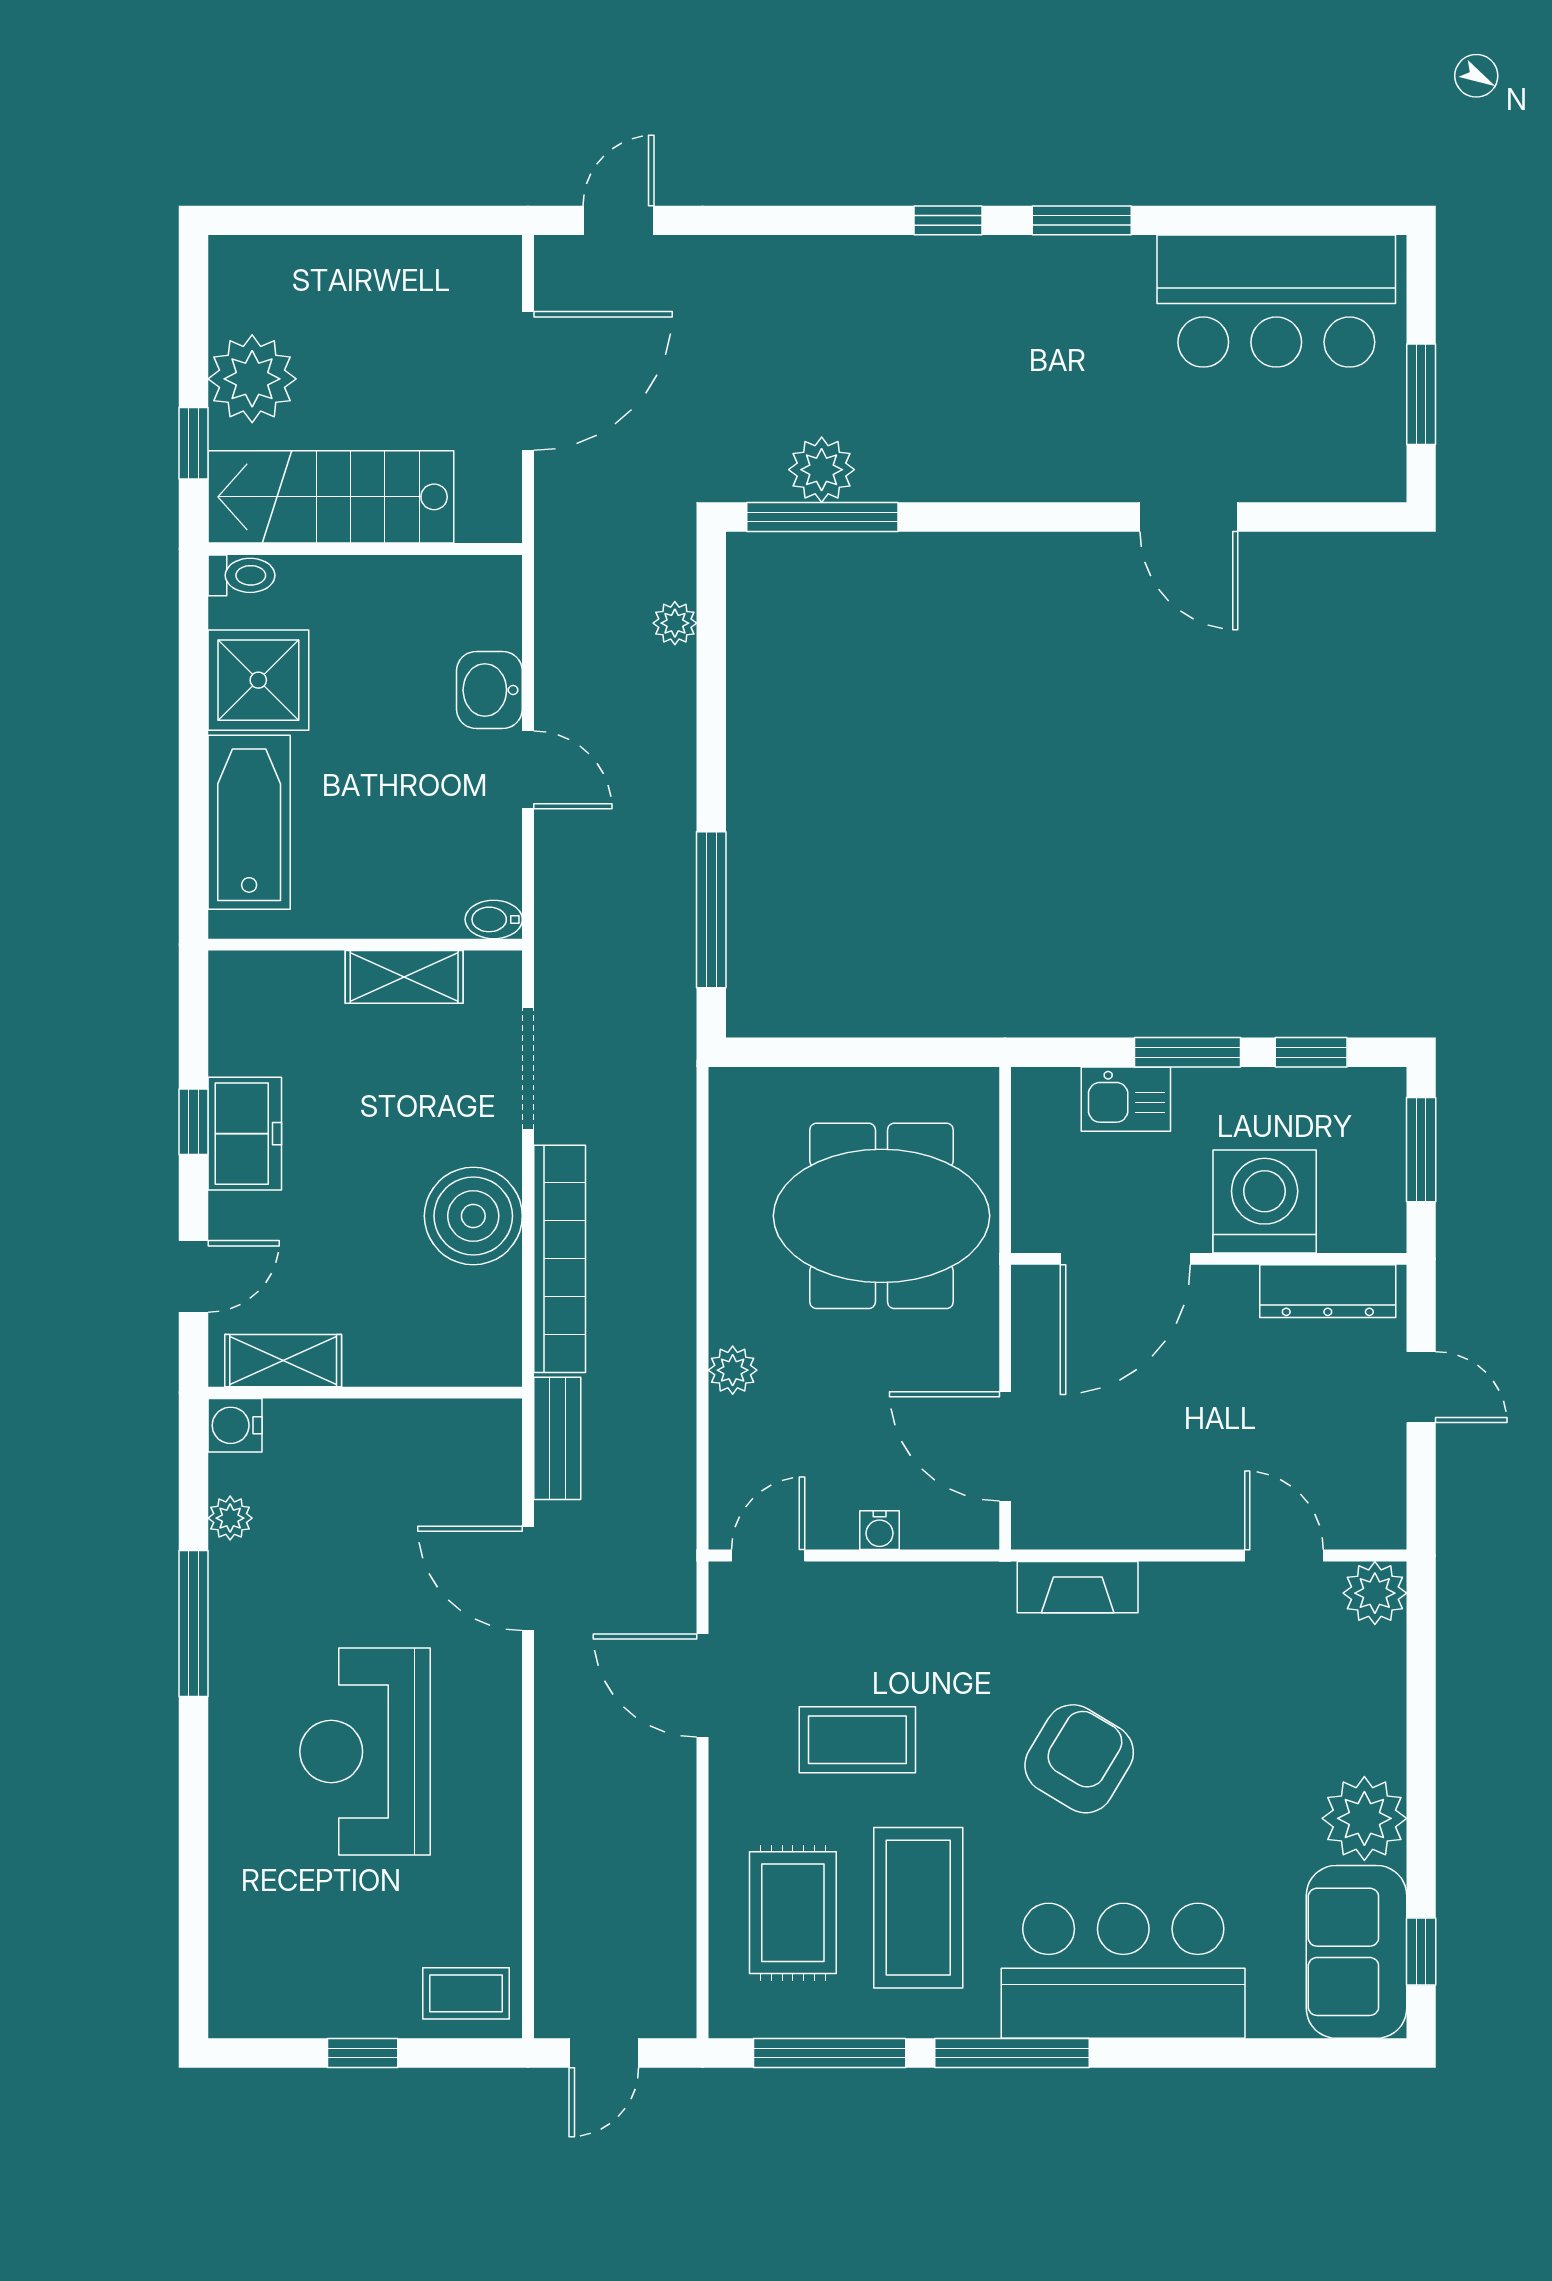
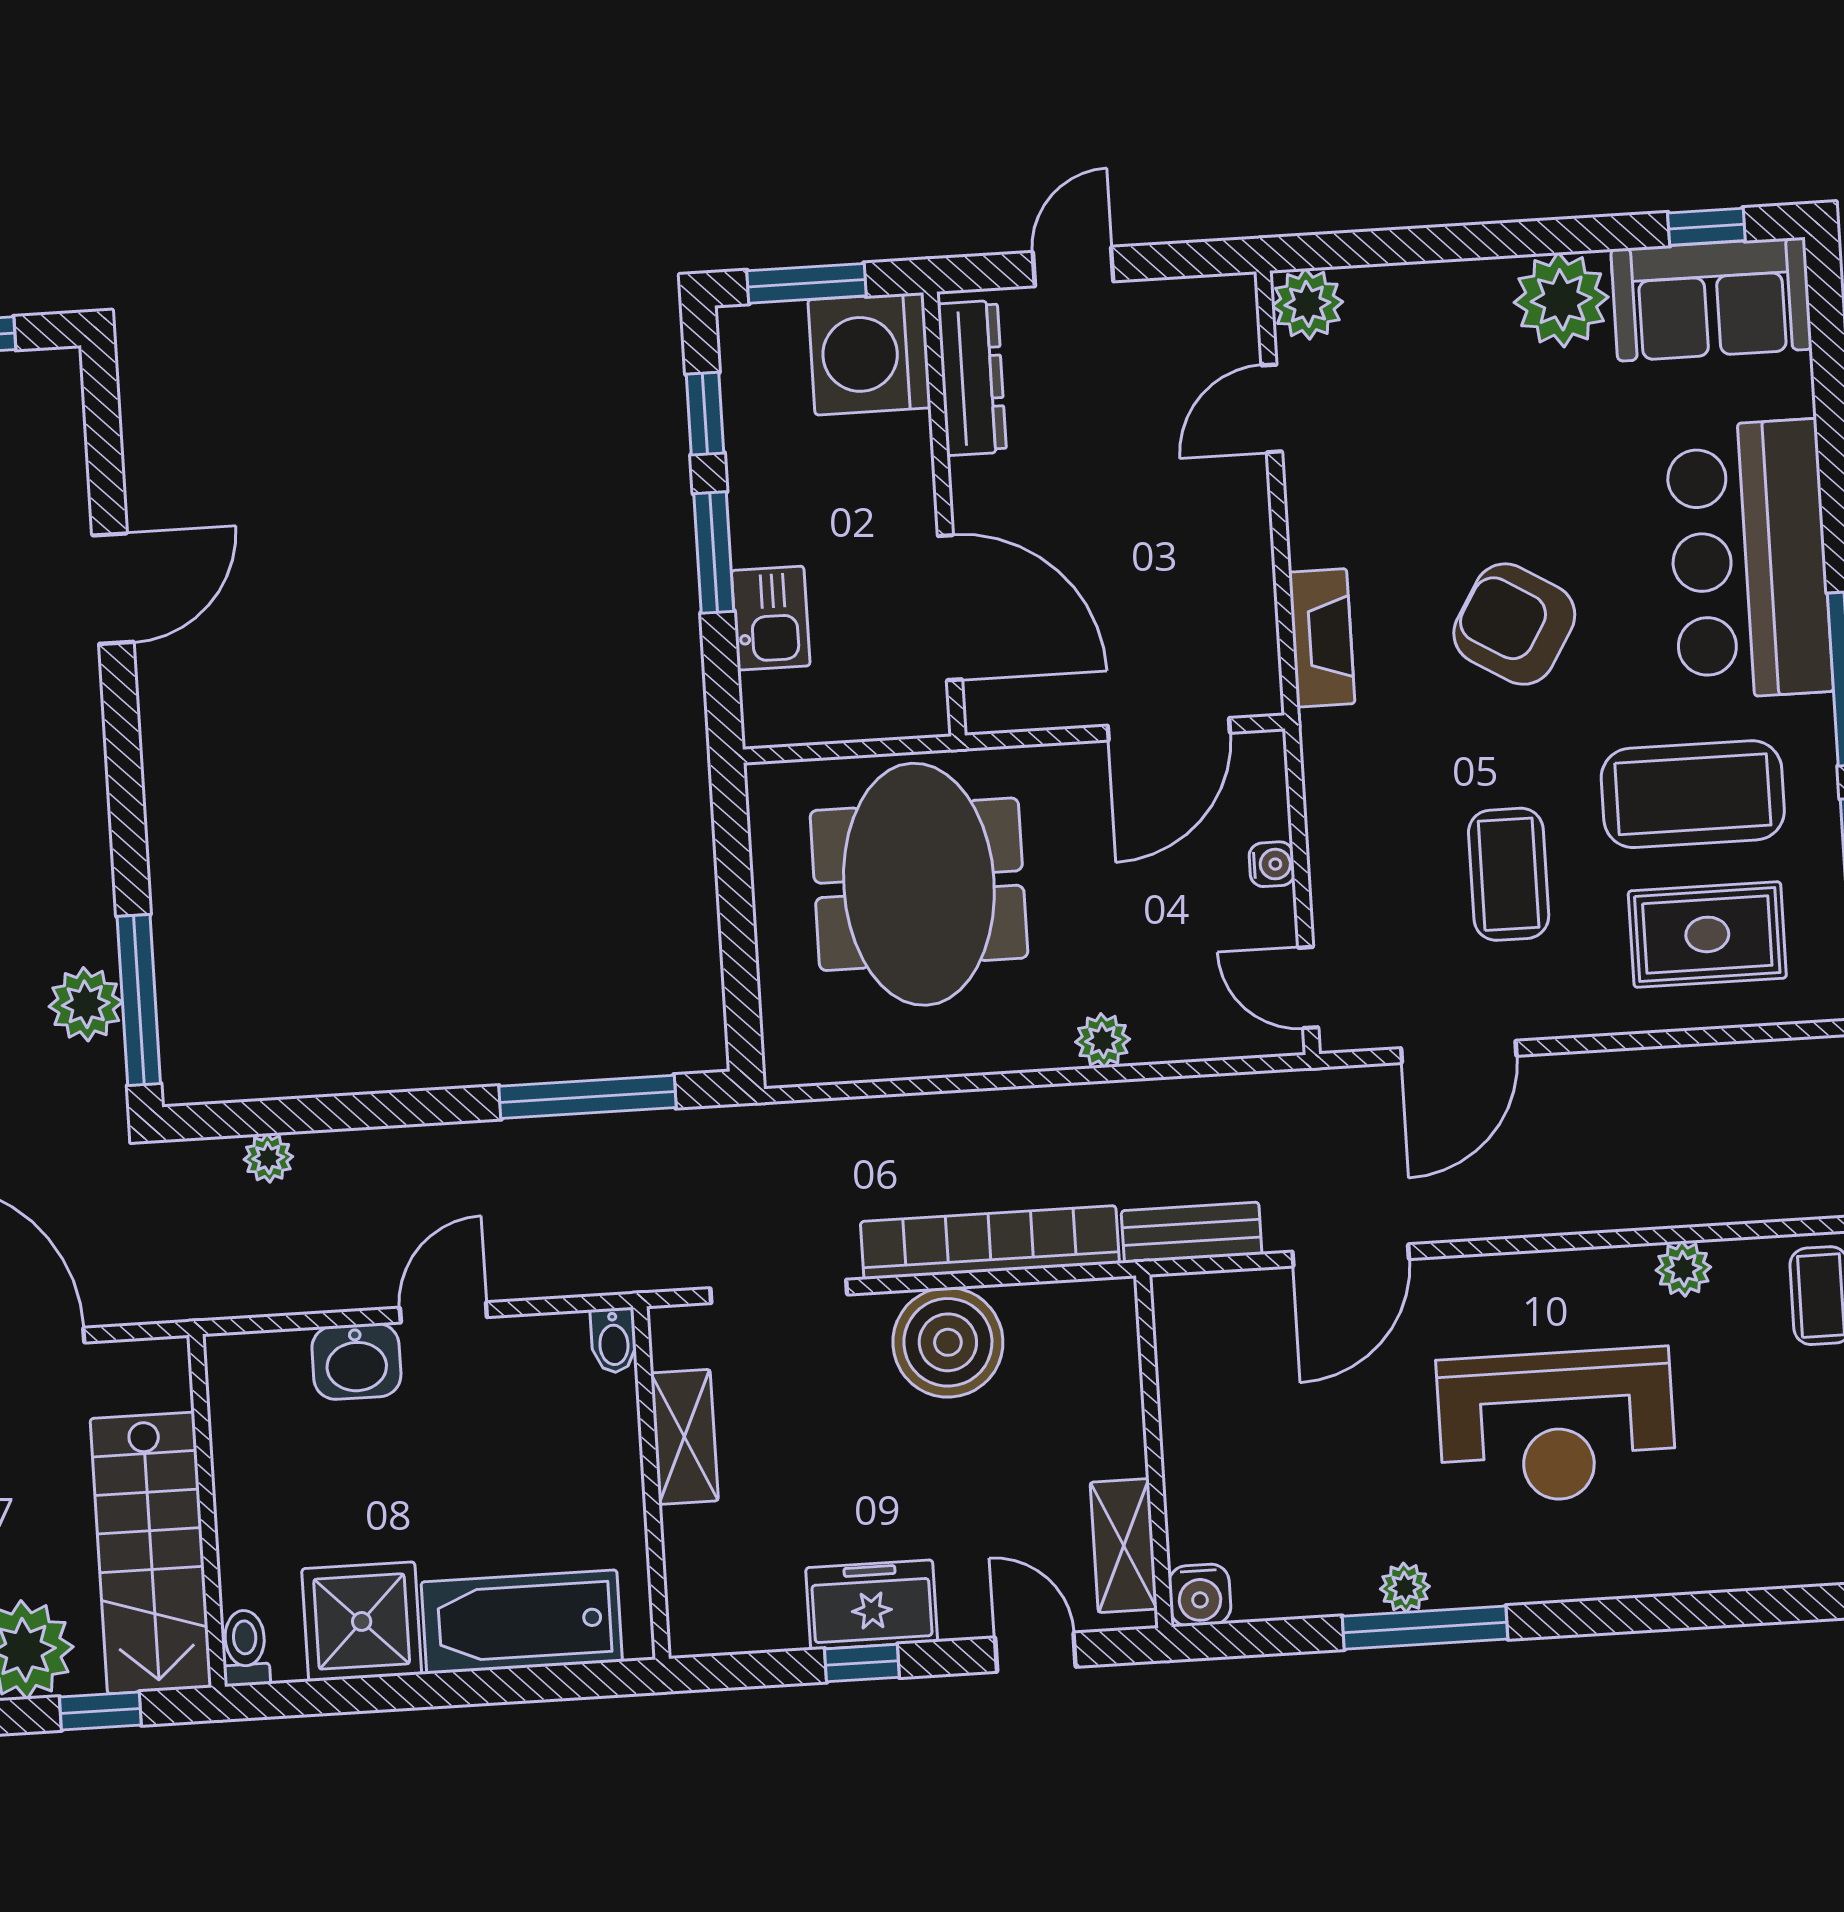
washing machine: (1265, 1201) -> (869, 354), moved
plant: (230, 1518) -> (1405, 1588), moved
plant: (498, 1873) -> (1683, 1269), added

